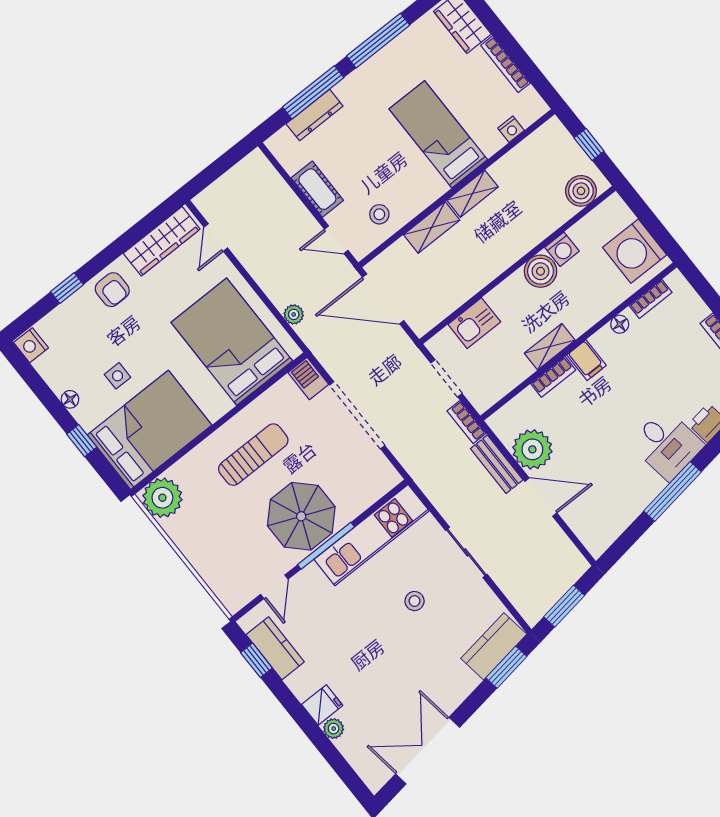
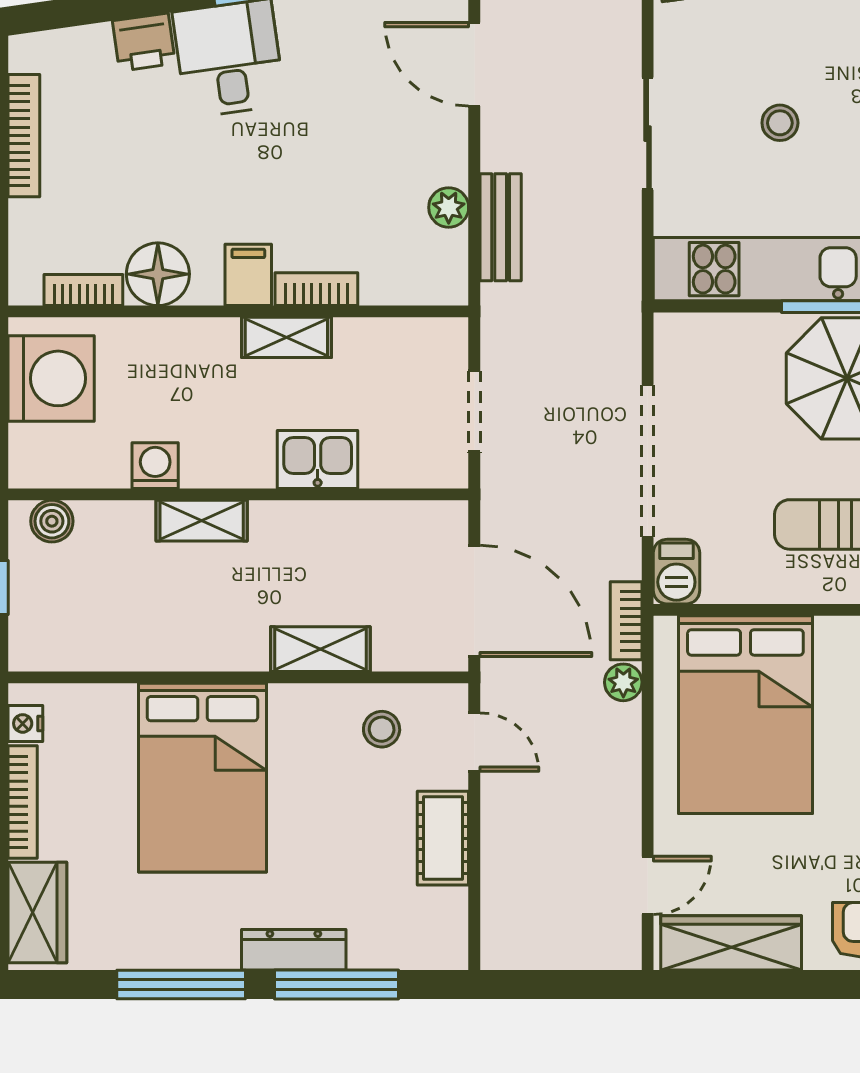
dresser: (315, 115) -> (294, 950), moved
nightstand: (511, 129) -> (25, 723), moved, turned -90
bed: (438, 134) -> (202, 778), width x1.50
boiler: (581, 191) -> (52, 521), width x0.73, depth x0.73
shelving: (472, 194) -> (202, 521), moved
boiler: (540, 271) -> (212, 459), removed
kitchen sink: (474, 323) -> (318, 460), moved
floor lamp: (620, 324) -> (158, 274), width x1.89, depth x1.89
bookcase: (467, 422) -> (626, 621), moved, turned 180
plant: (532, 449) -> (449, 207), width x0.53, depth x0.53
door: (541, 497) -> (474, 64), moved

